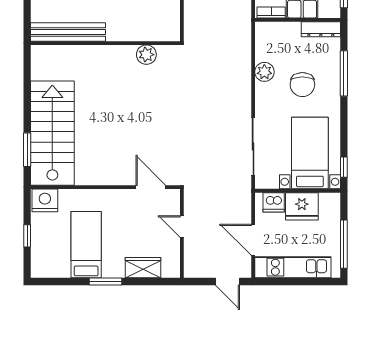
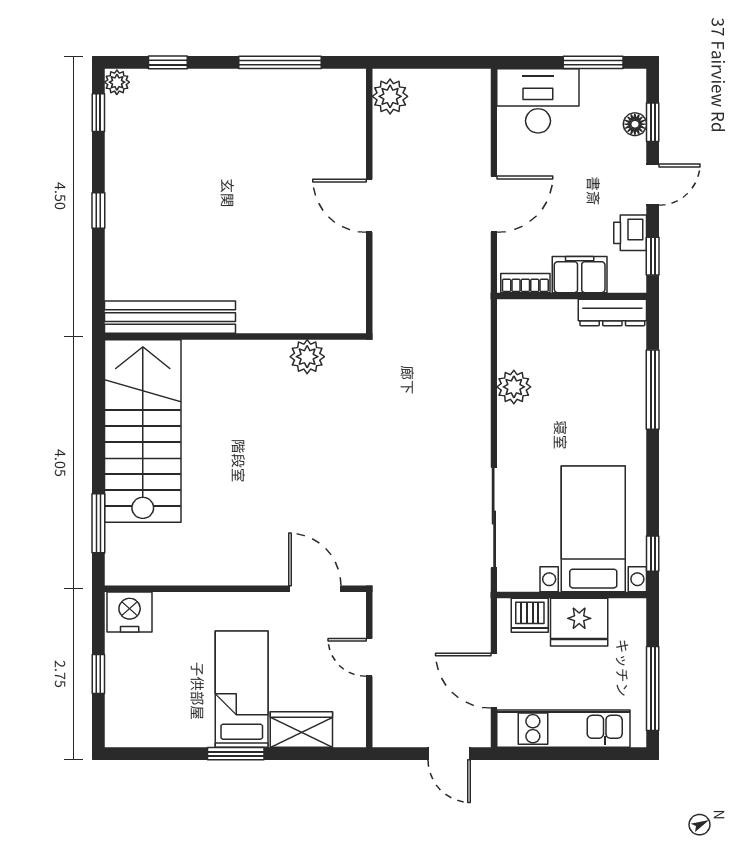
chair: (302, 85) -> (580, 409), removed
stairs: (52, 133) -> (143, 431), moved
bed: (86, 245) -> (242, 689), moved

